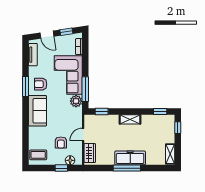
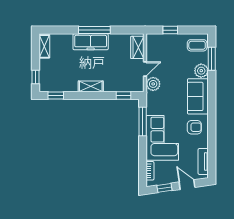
window: (26, 87) -> (212, 59), moved
plant: (76, 101) -> (153, 84), moved
plant: (35, 133) -> (201, 71), added
armchair: (61, 142) -> (171, 60), removed
floor lamp: (70, 160) -> (160, 39), removed

